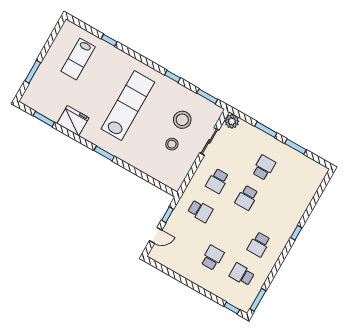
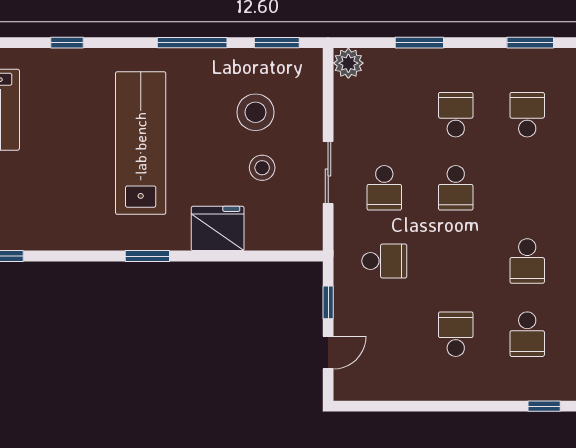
window: (109, 40) -> (67, 43), moved
window: (172, 76) -> (192, 43), width x2.17
fridge: (73, 121) -> (218, 228), moved
sliding door: (209, 141) -> (328, 173), moved
window: (295, 147) -> (530, 43), moved
school desk: (293, 184) -> (527, 115), added
school desk: (242, 274) -> (527, 334), turned -90

